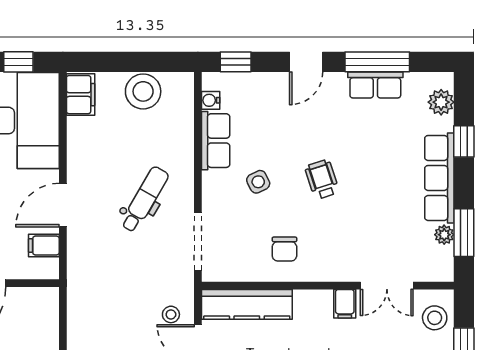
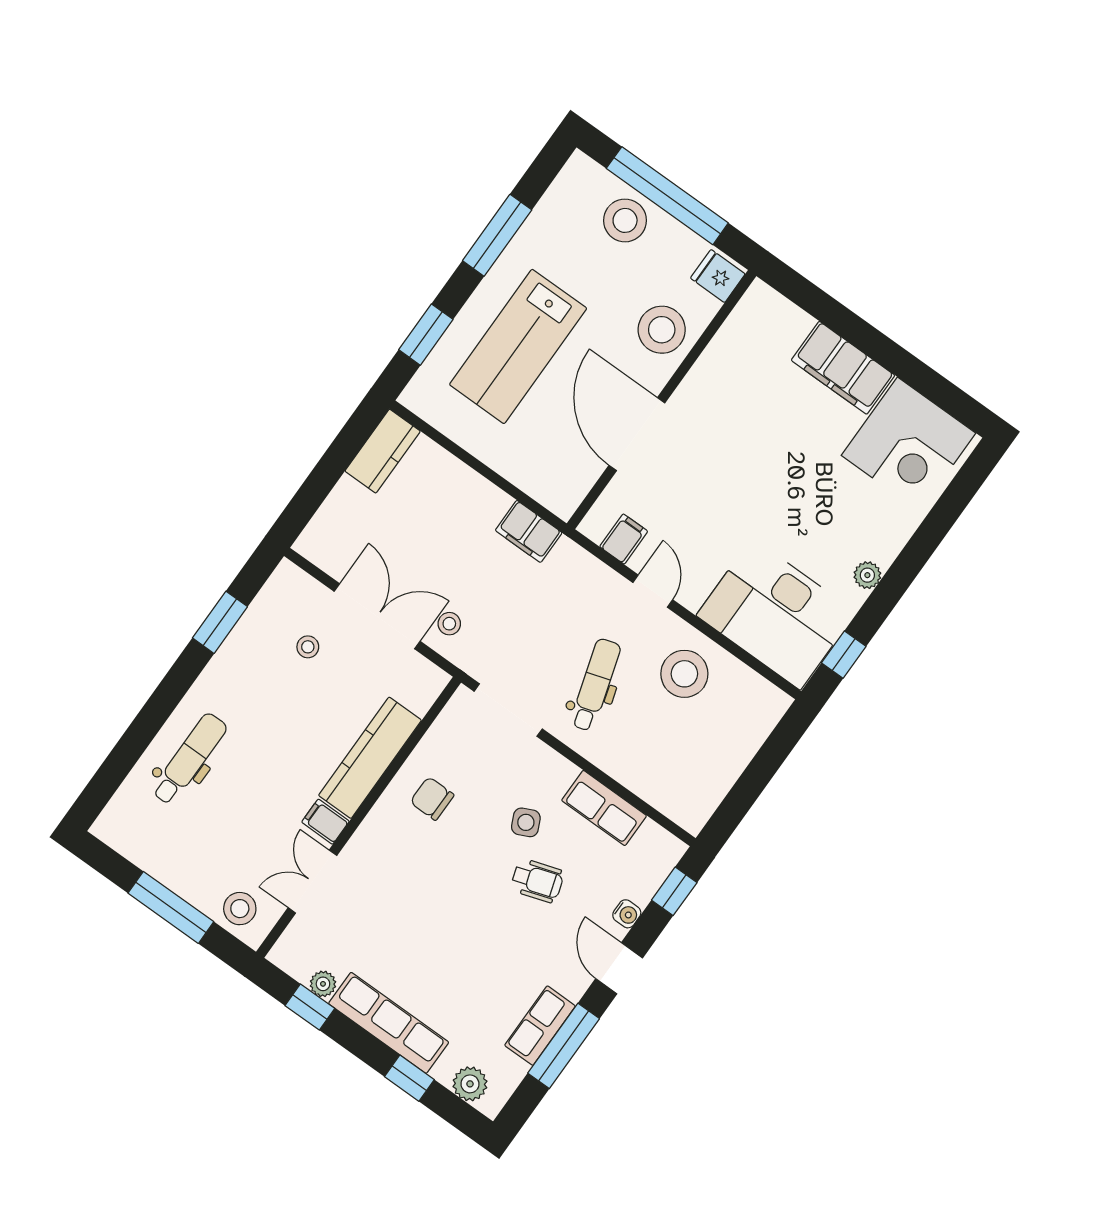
stool: (143, 91) -> (684, 674), moved
filing cabinet: (81, 95) -> (529, 531), moved
water cooler: (211, 100) -> (627, 914), moved, turned 90
wheelchair: (322, 179) -> (537, 881), moved
dental chair: (145, 199) -> (595, 685), turned -137
door: (63, 205) -> (653, 591), width x0.73
window: (464, 233) -> (310, 1007), width x0.67
kitchen counter: (247, 304) -> (370, 758), moved

